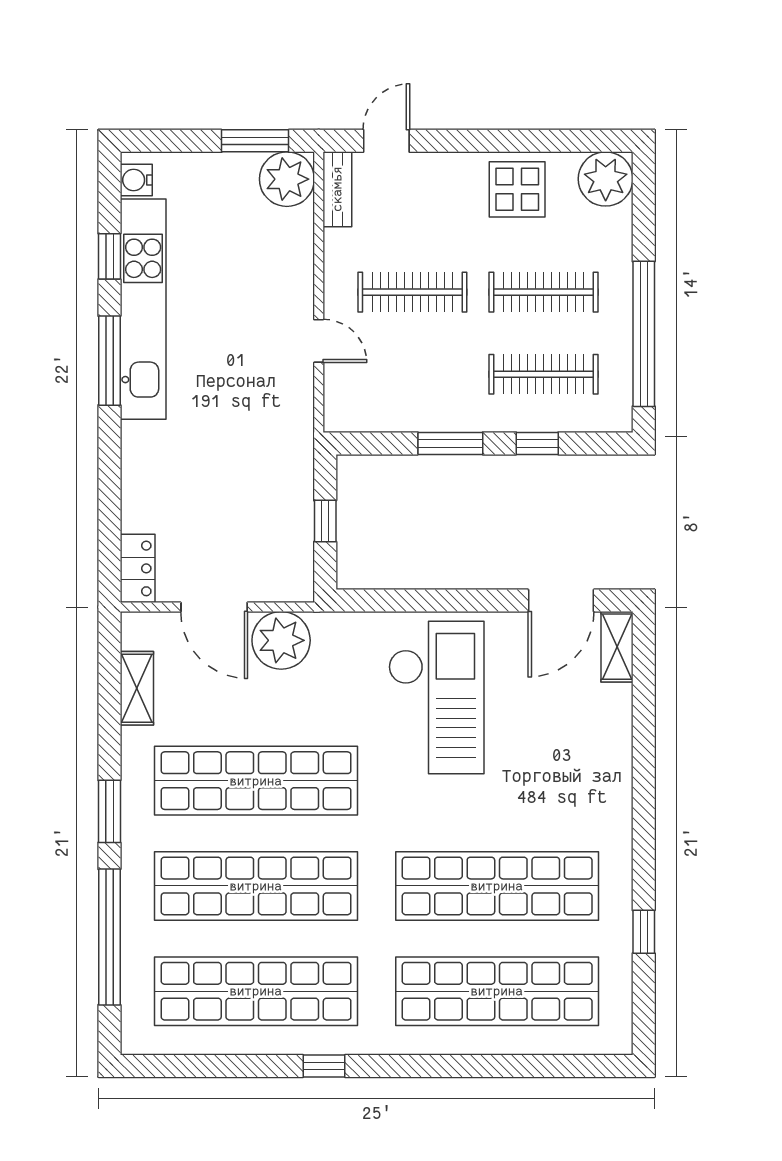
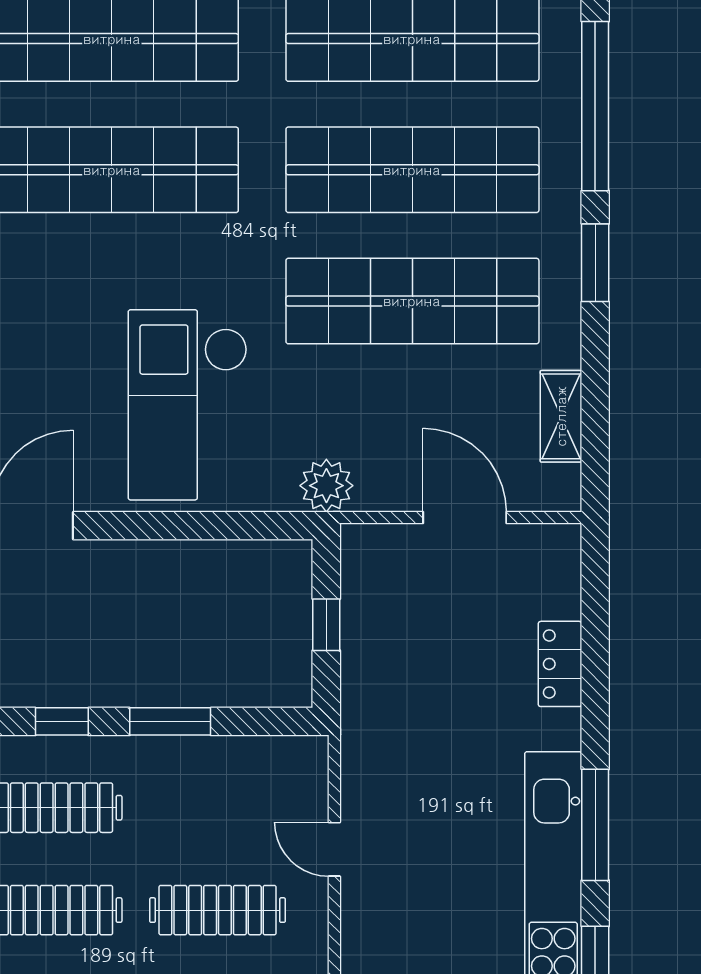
locker: (138, 568) -> (560, 664), moved
plant: (281, 640) -> (326, 486), moved, width x0.73, depth x0.73

